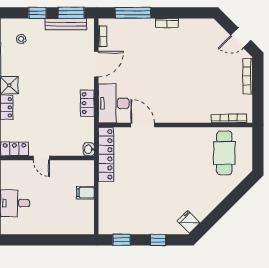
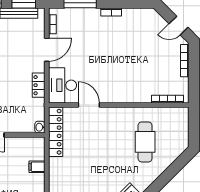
cafe table: (224, 153) -> (145, 142), moved

